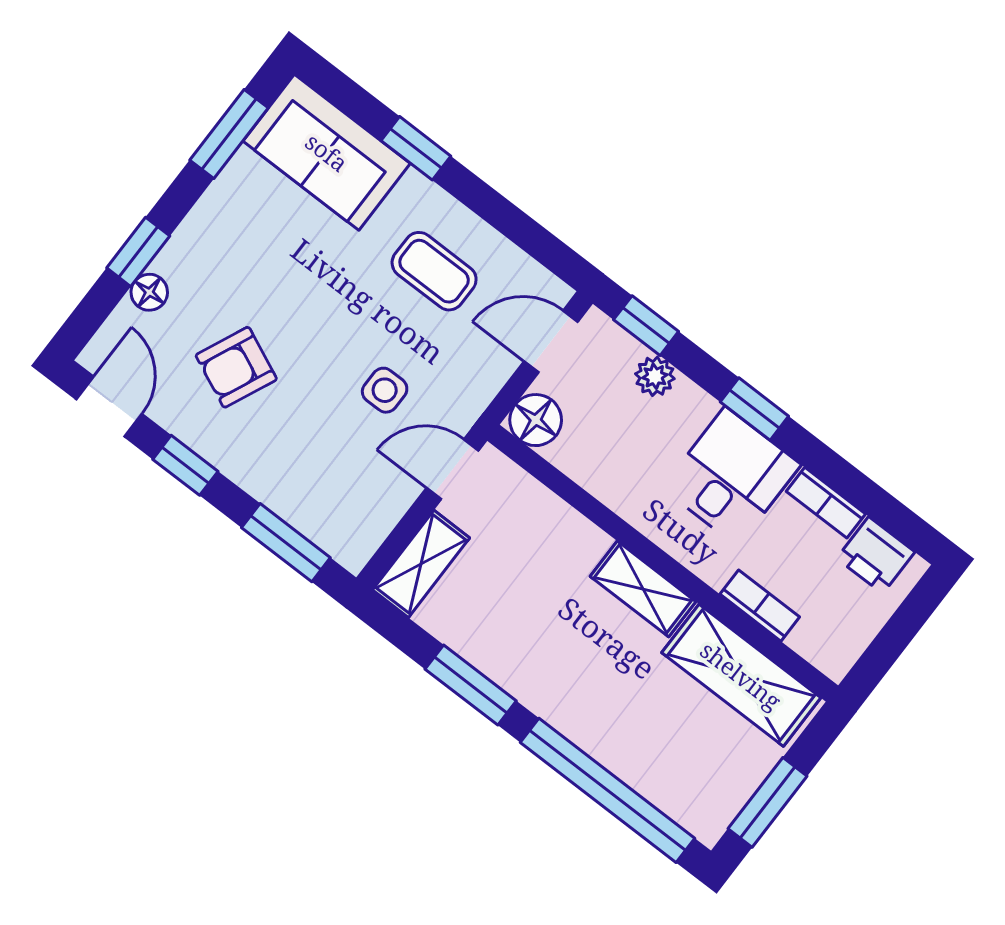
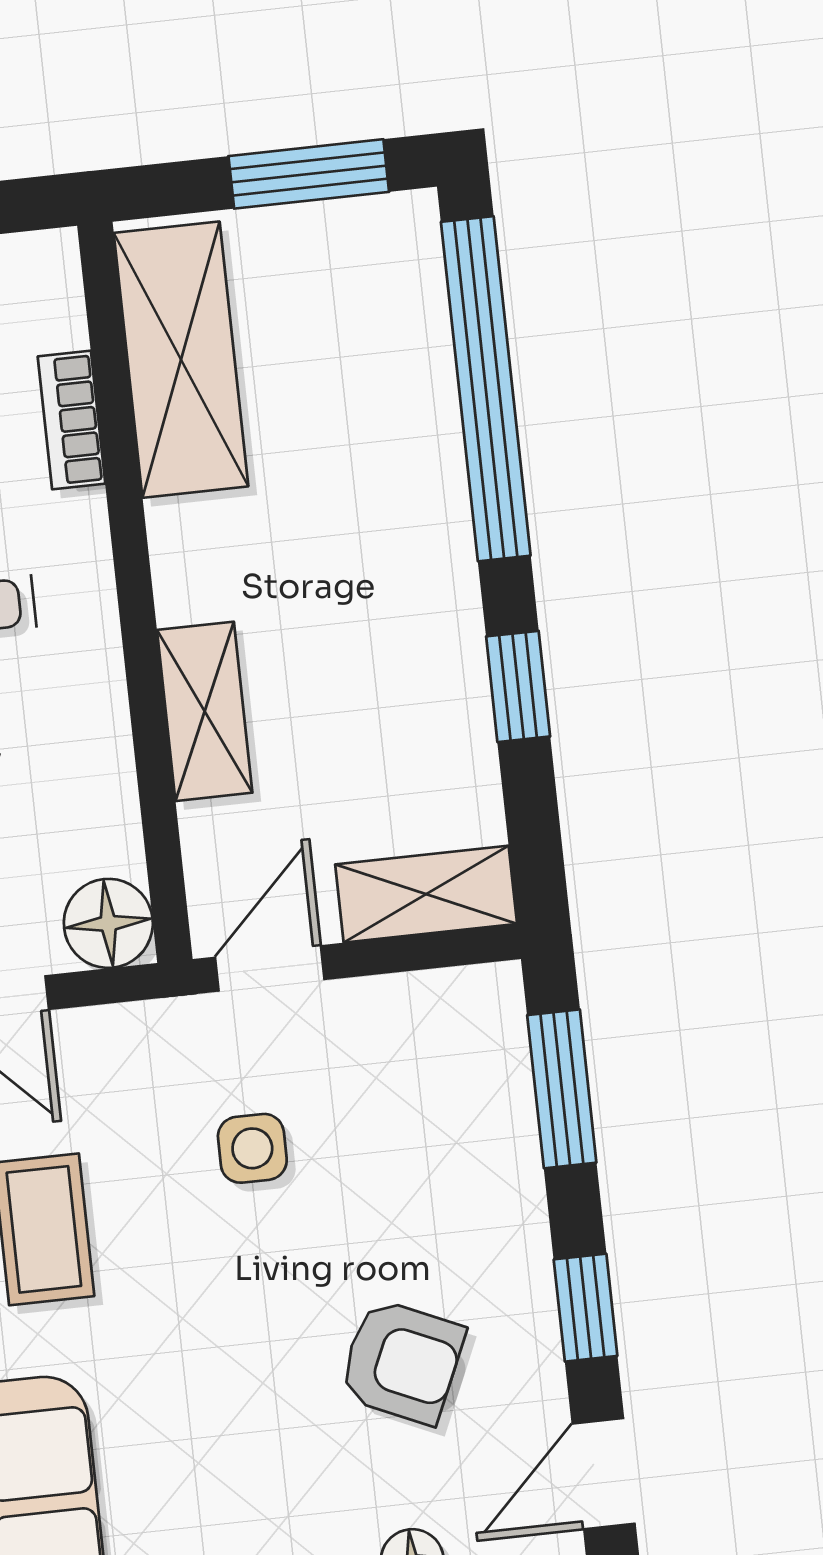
door: (453, 469) -> (270, 968), swing flipped
shelving: (643, 589) -> (205, 711), moved
window: (471, 685) -> (518, 686), width x0.67

